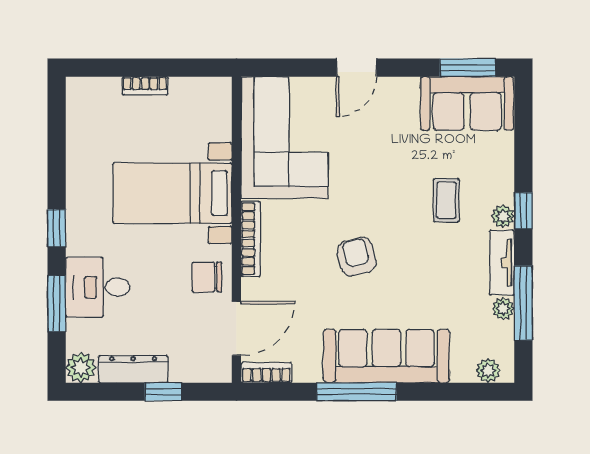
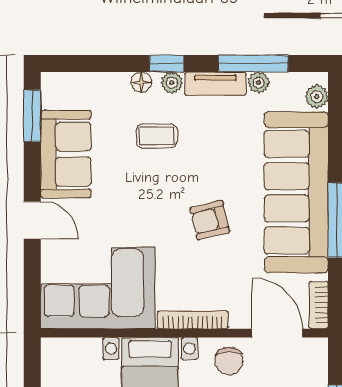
sofa: (467, 103) -> (66, 154), moved
floor lamp: (504, 184) -> (141, 82), added
sofa: (386, 356) -> (296, 192), width x1.36, depth x1.27

